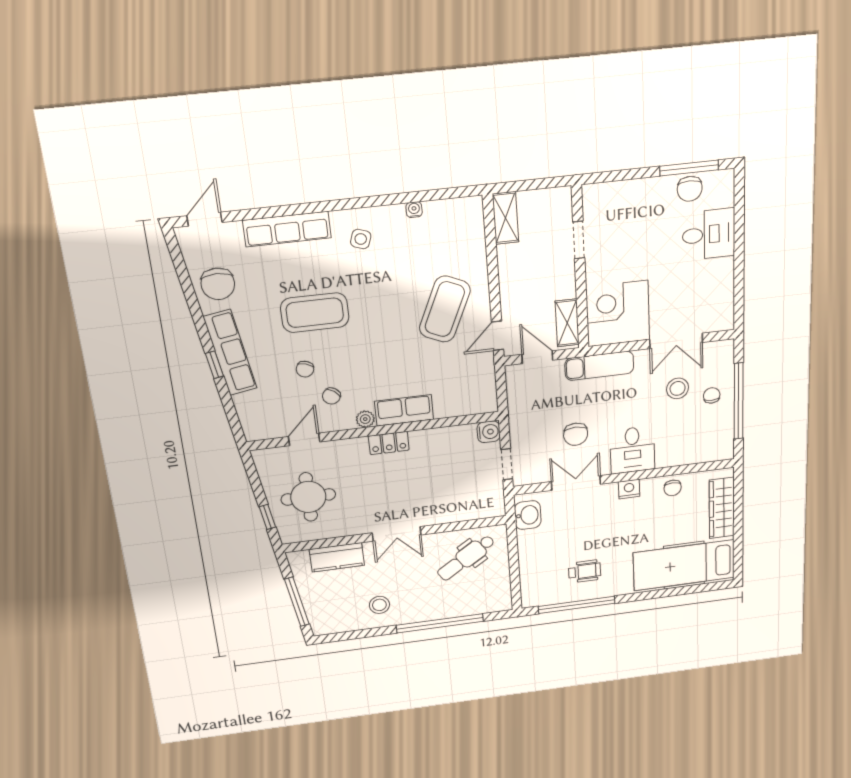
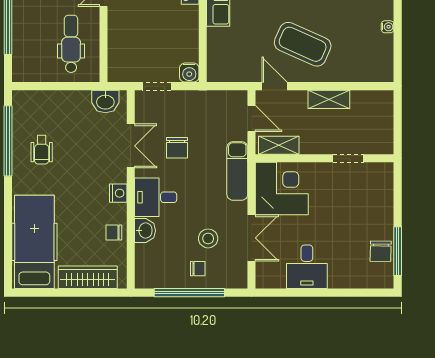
chair: (690, 189) -> (381, 251), turned -89
shelving: (506, 218) -> (329, 99), moved
desk: (709, 234) -> (307, 267), moved
double door: (676, 341) -> (252, 238), swing flipped
door: (537, 357) -> (252, 118), hinge flipped
chair: (576, 434) -> (177, 148), turned -90
washbasin: (670, 456) -> (145, 231), added
dental chair: (466, 558) -> (71, 44), turned 33

